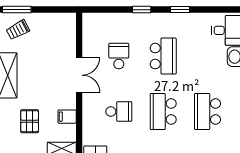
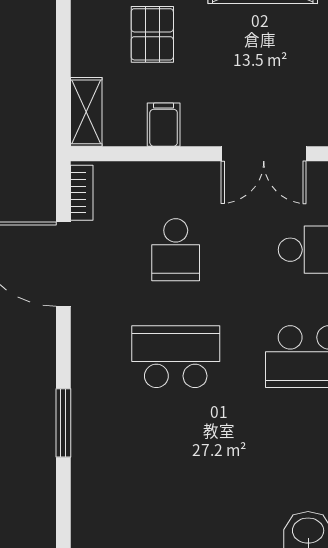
school desk: (207, 111) -> (176, 464), removed
pallet: (30, 121) -> (152, 34), turned 90

